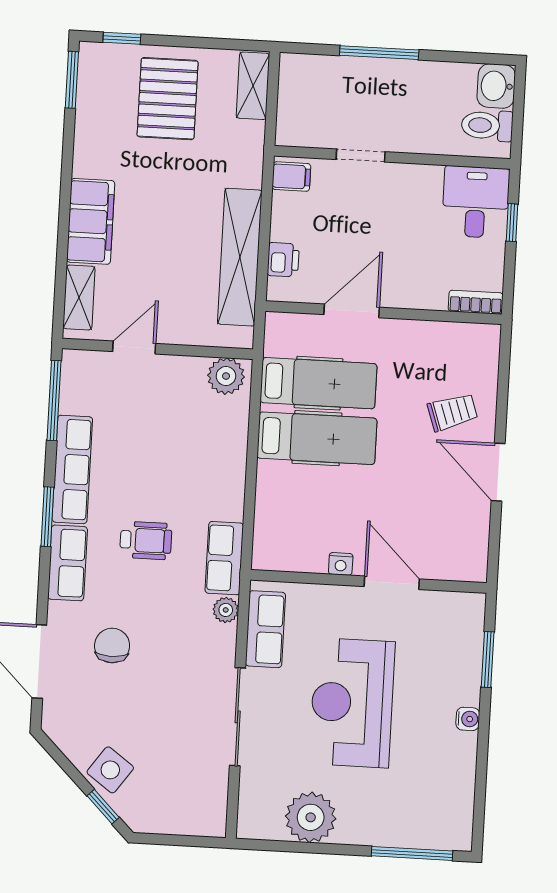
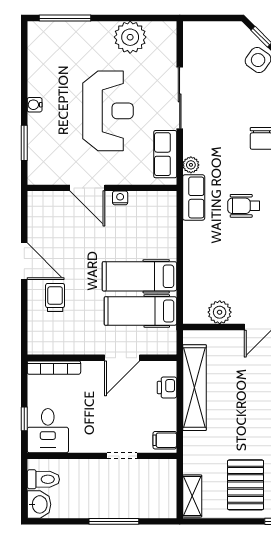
bookcase: (476, 302) -> (54, 368), width x1.56
plant: (226, 376) -> (220, 312), moved
trolley: (452, 412) -> (55, 298), turned 109

